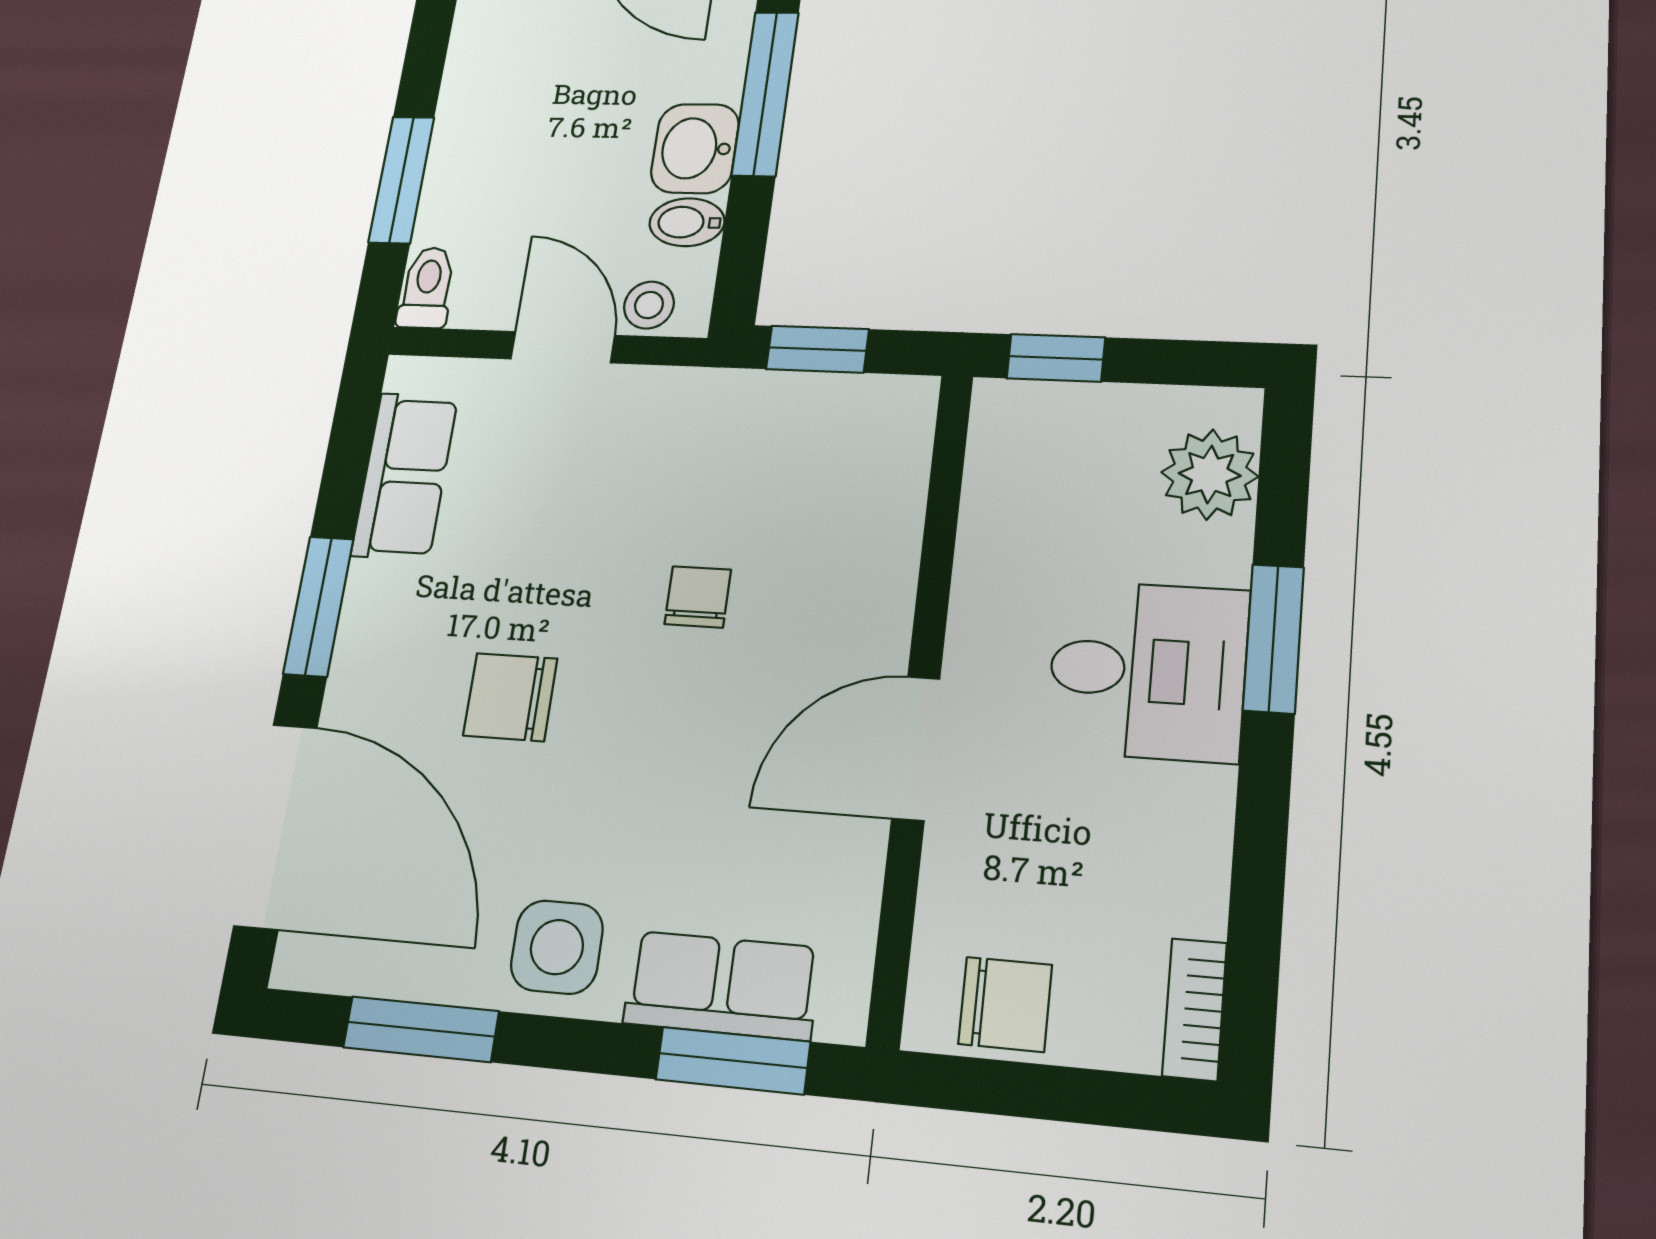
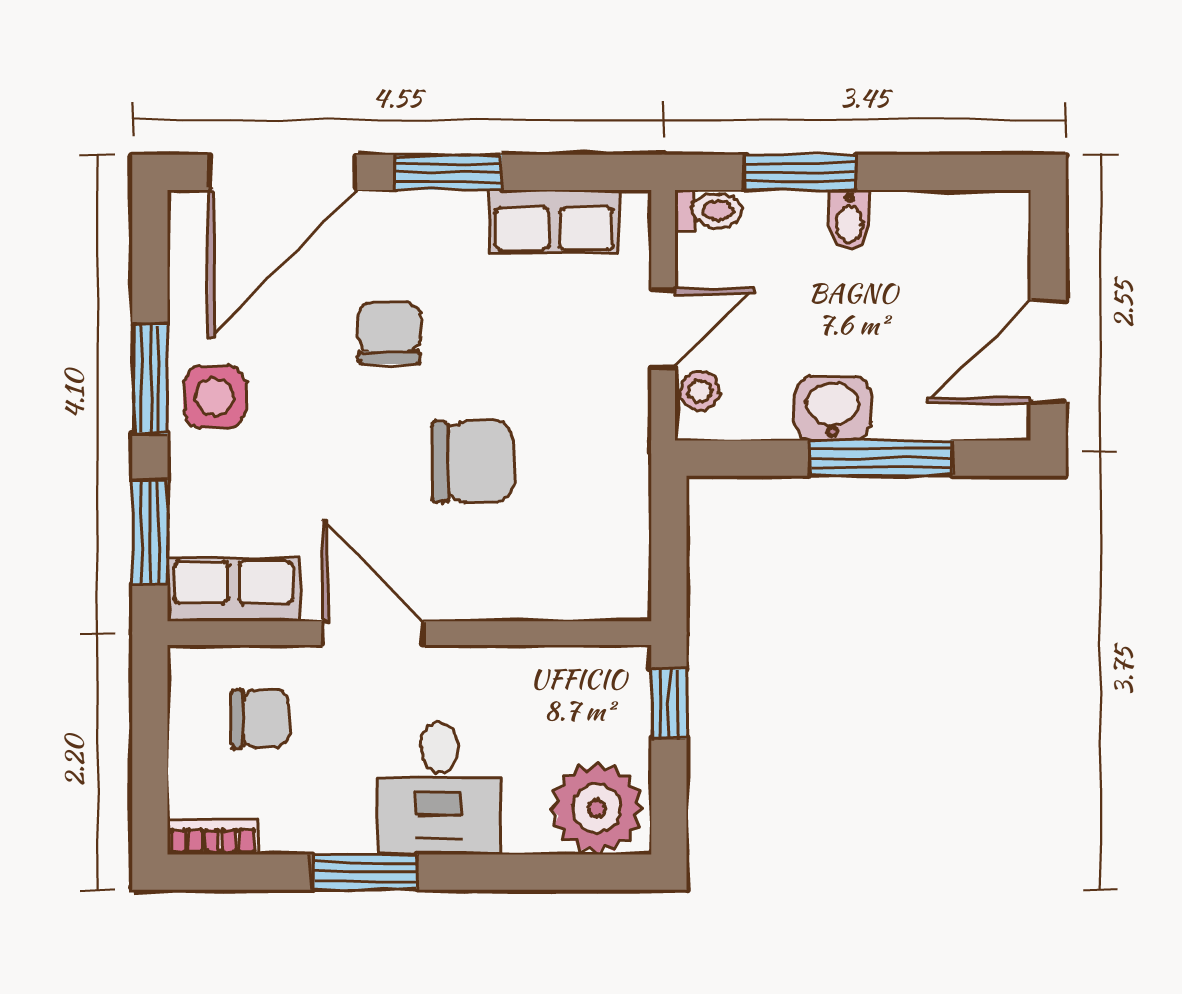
bidet: (687, 222) -> (850, 219), moved, turned 180
window: (817, 349) -> (669, 526), removed
plant: (1210, 474) -> (597, 808), width x1.36, depth x1.36
chair: (698, 597) -> (473, 462), width x1.87, depth x1.87
window: (1273, 639) -> (365, 872), moved
row of seats: (722, 985) -> (233, 590), moved, turned -90
chair: (1005, 1004) -> (260, 719), moved, turned -90
window: (421, 1029) -> (150, 379), moved

